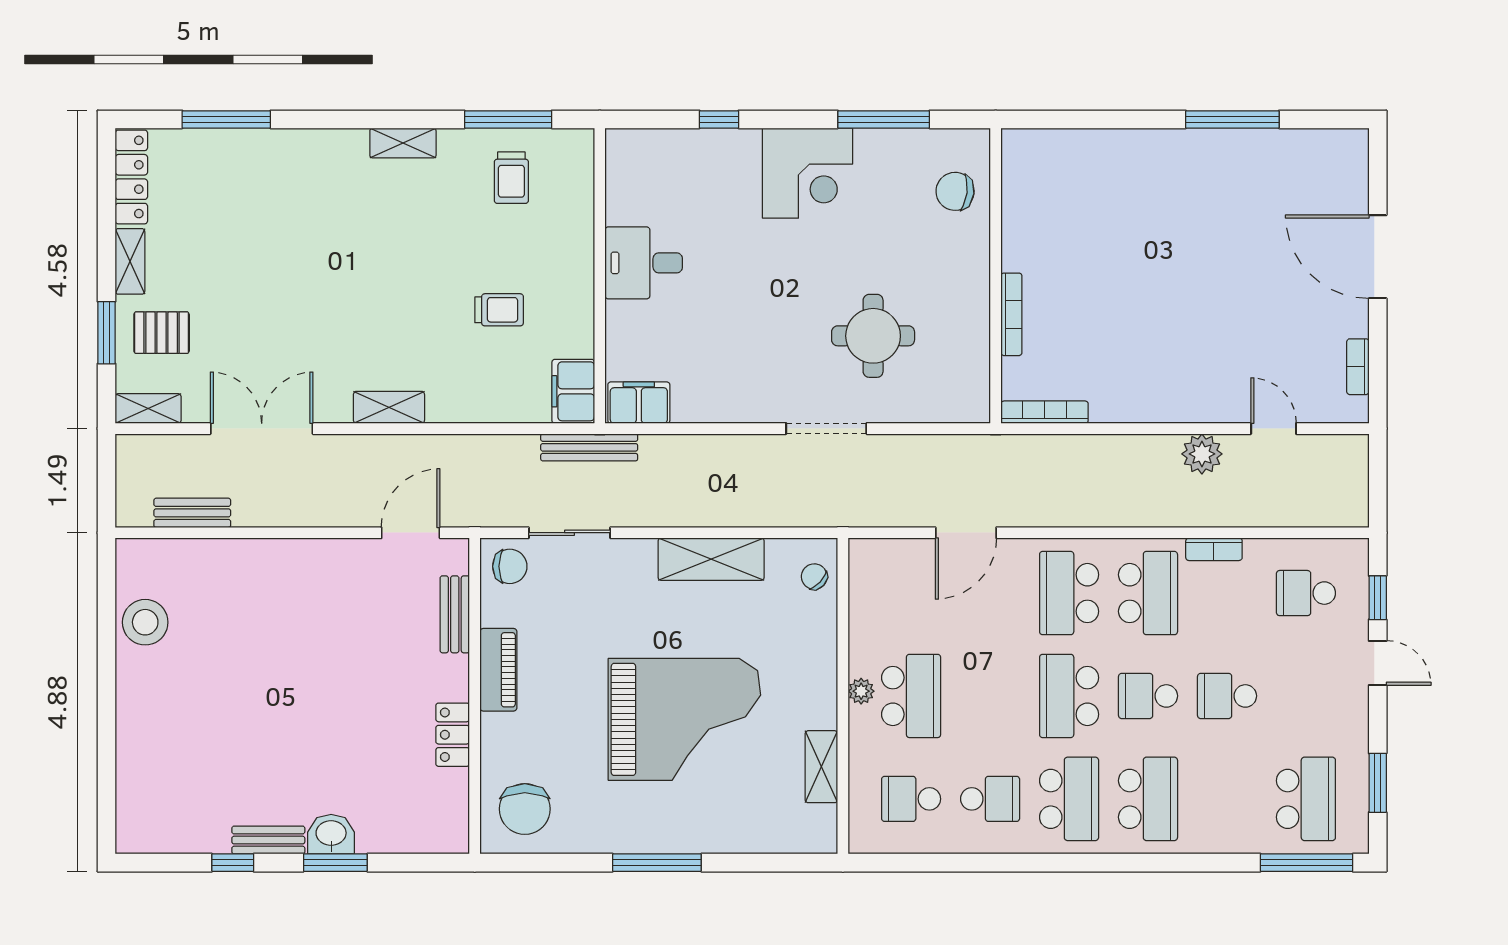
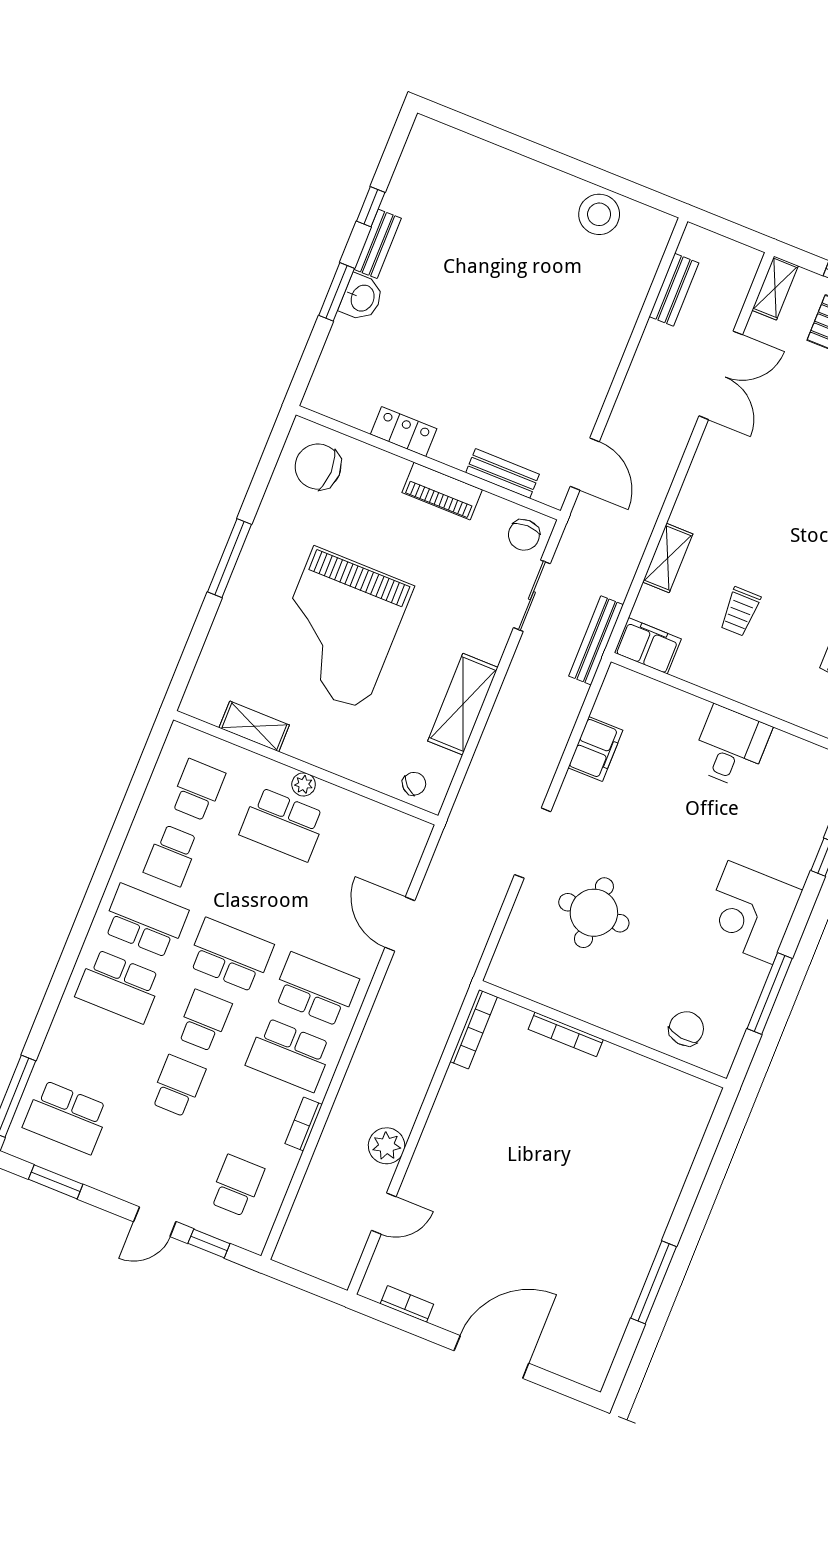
filing cabinet: (639, 403) -> (595, 749), moved
shelving: (389, 407) -> (668, 558), moved
school desk: (1069, 799) -> (145, 921), turned 180

